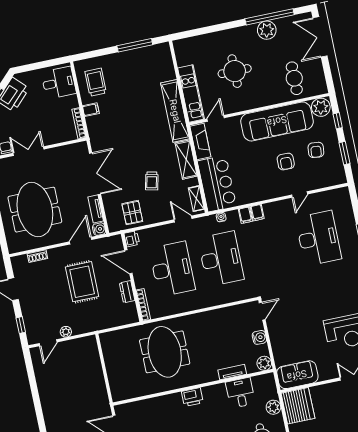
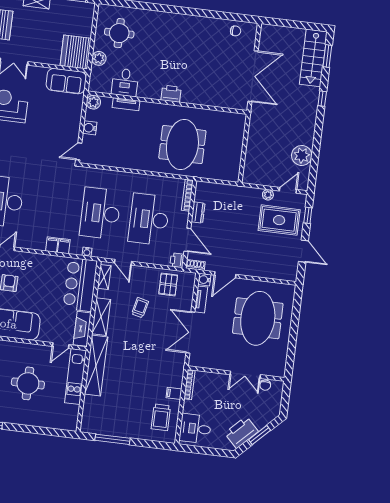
shoe rack: (37, 256) -> (195, 265), moved
rug: (82, 282) -> (279, 220), moved, turned 90
plant: (46, 381) -> (302, 155), added

